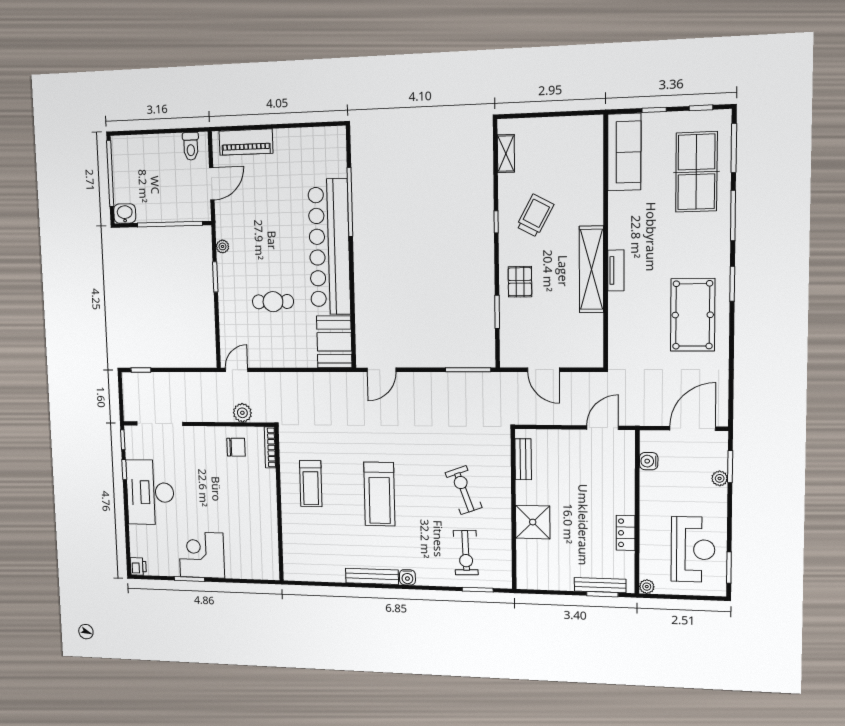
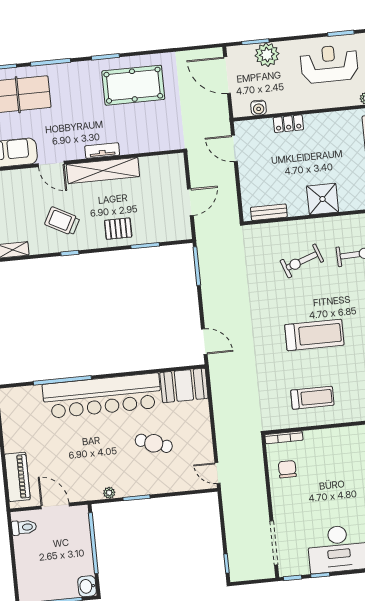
door: (606, 207) -> (51, 164), added
cafe table: (273, 302) -> (154, 443), turned -71
plant: (242, 413) -> (255, 465), removed
plant: (720, 478) -> (267, 55), width x1.88, depth x1.88
locker: (626, 533) -> (288, 124), moved

